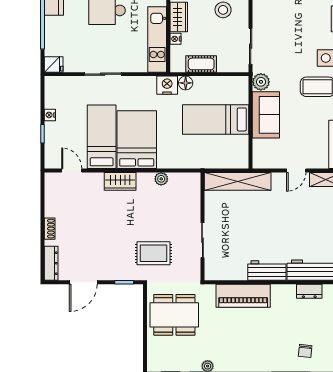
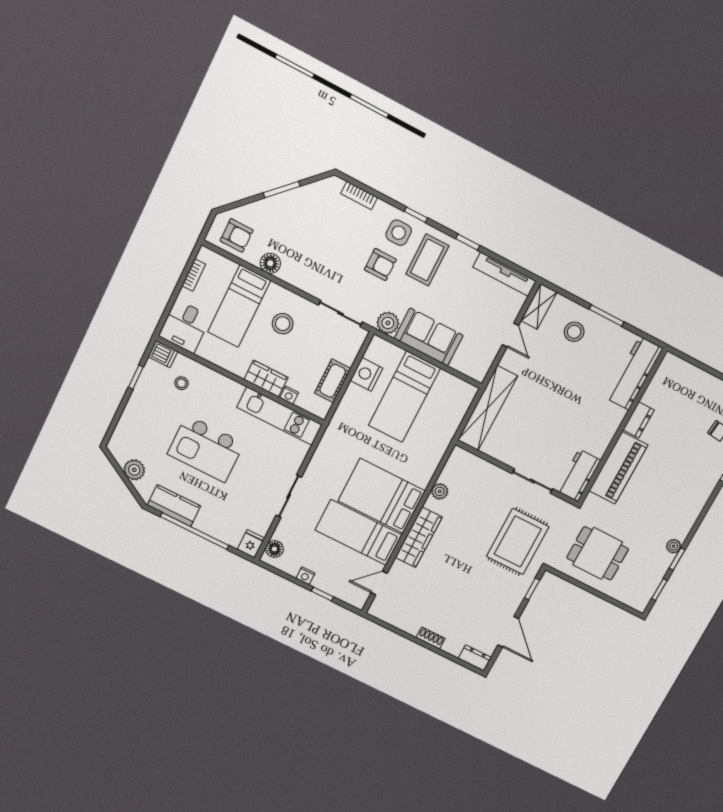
armchair: (298, 57) -> (380, 265), added
floor lamp: (186, 83) -> (274, 549), moved
nightstand: (167, 85) -> (367, 374), moved
wardrobe: (120, 181) -> (419, 537), width x1.50
stool: (321, 213) -> (574, 332), added
rug: (154, 253) -> (518, 541), width x1.36, depth x1.43
dresser: (51, 263) -> (475, 658), width x0.70
workbench: (267, 271) -> (578, 475), moved
dresser: (309, 291) -> (639, 420), moved
dining table: (174, 315) -> (598, 553), width x0.73

